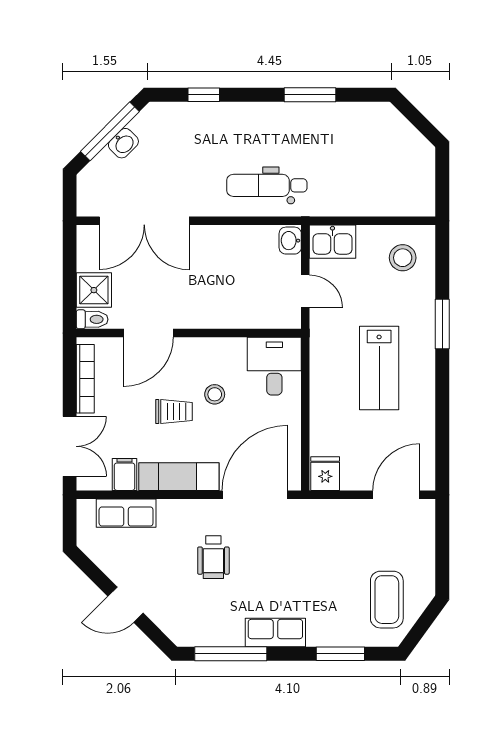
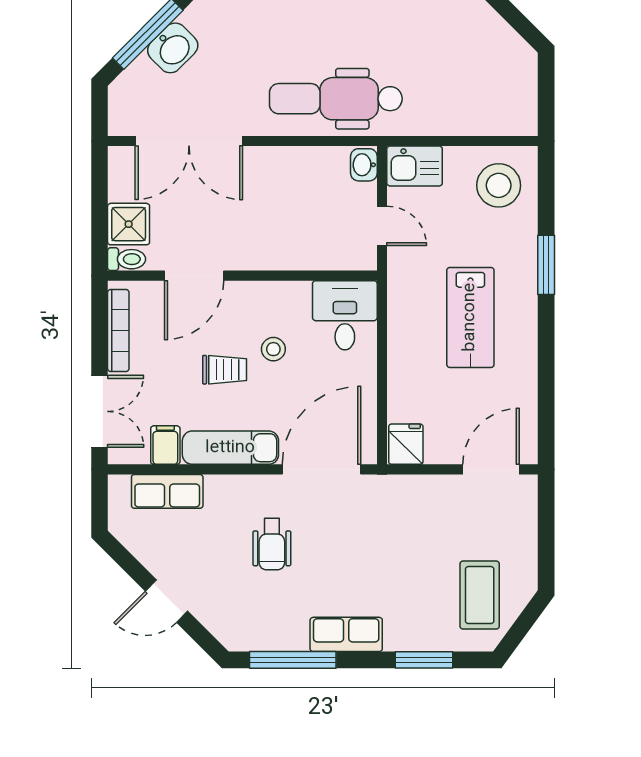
washbasin: (123, 143) -> (173, 48), width x1.38, depth x1.45
dental chair: (267, 185) -> (336, 99), width x1.36, depth x1.38
stool: (403, 258) -> (499, 185), width x1.38, depth x1.38

